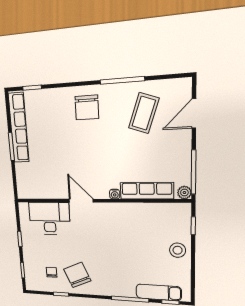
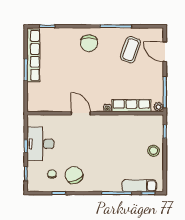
door: (194, 114) -> (165, 52), hinge flipped
desk: (49, 218) -> (40, 144), moved, turned -90

